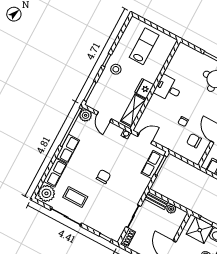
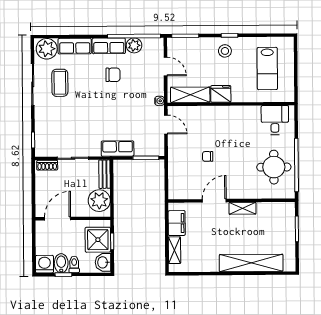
lab bench: (144, 46) -> (267, 68), turned 90
desk: (168, 88) -> (275, 120), moved
plant: (86, 115) -> (134, 45), moved
door: (104, 117) -> (166, 66), swing flipped
chair: (194, 141) -> (193, 180), removed
row of seats: (152, 165) -> (118, 149), moved
chair: (103, 177) -> (113, 75), moved
plant: (171, 209) -> (99, 201), width x1.88, depth x1.88

